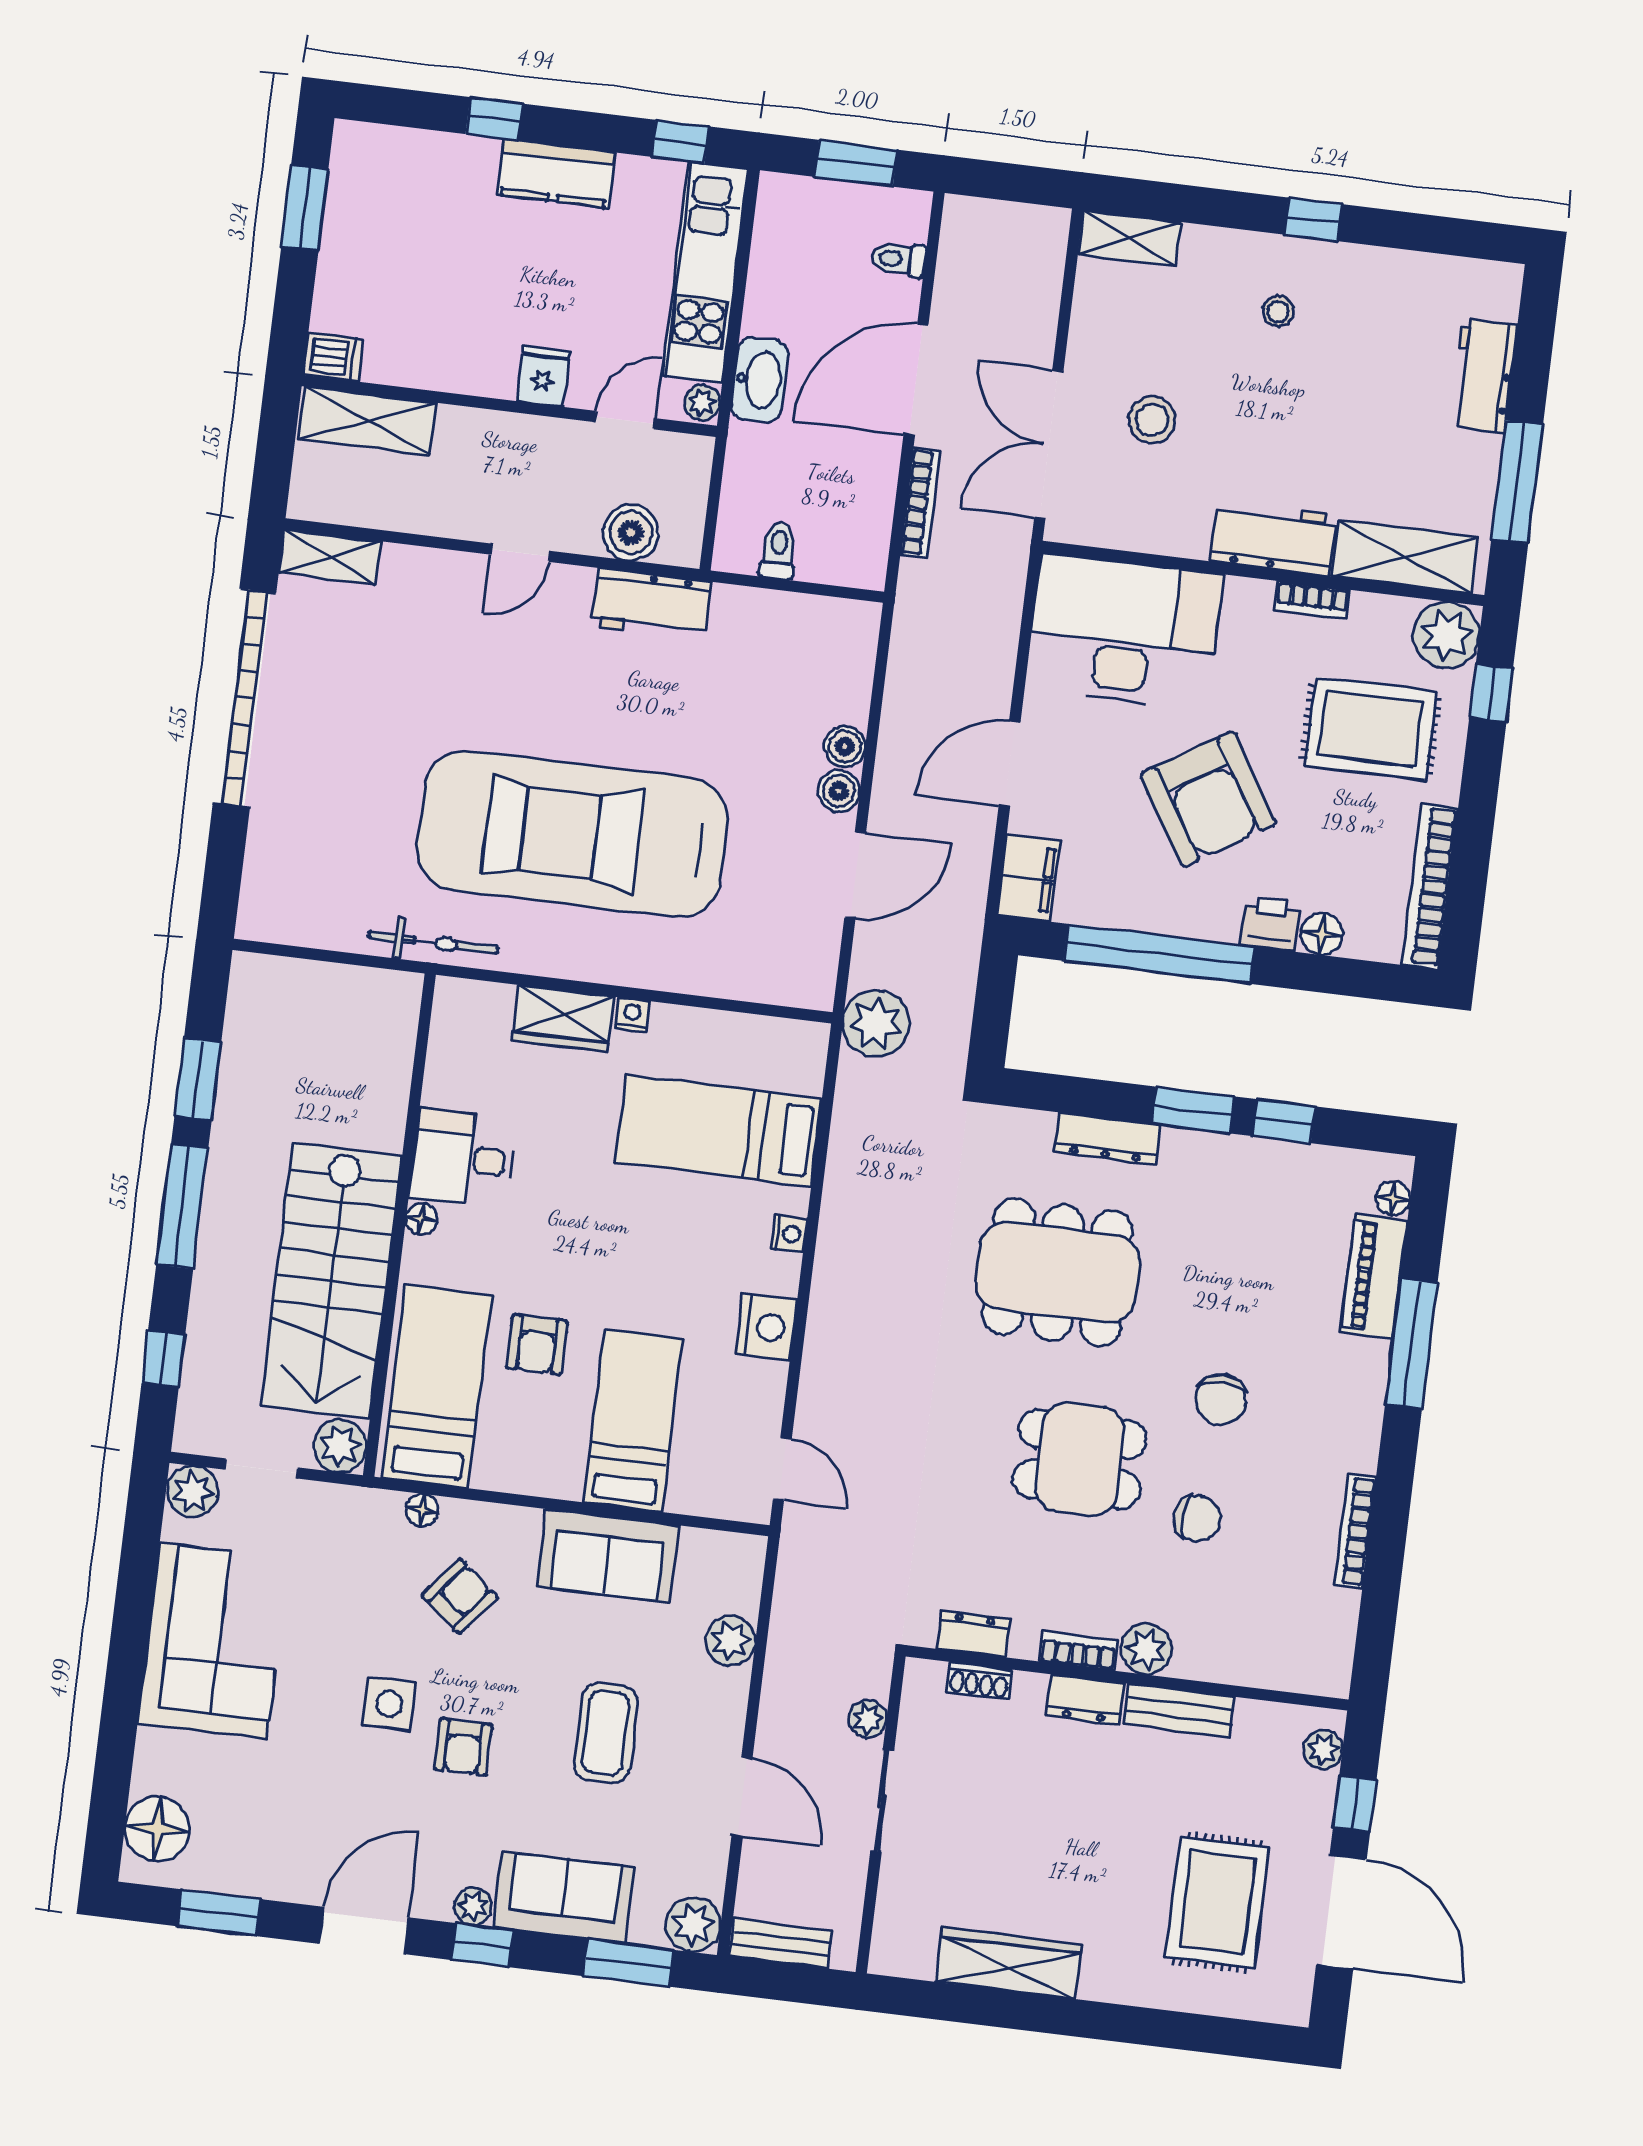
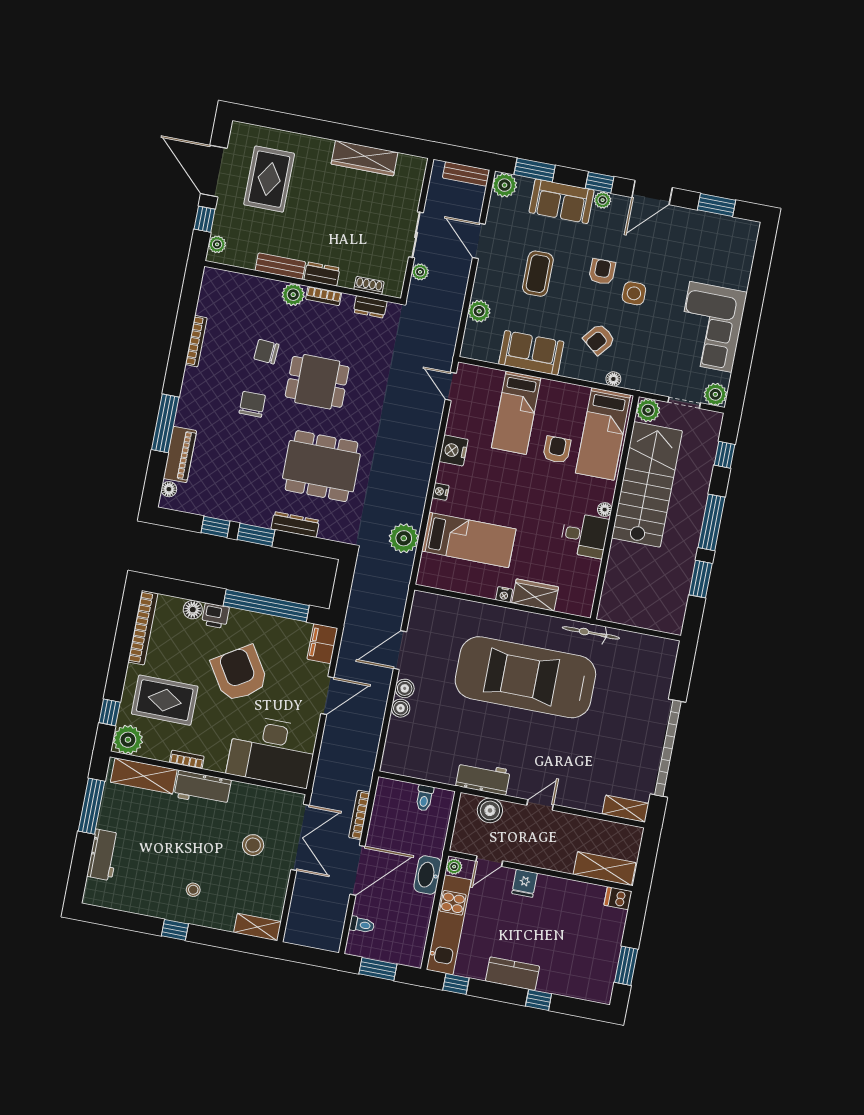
car: (572, 834) -> (525, 677), turned 180
plant: (876, 1023) -> (404, 538), moved
floor lamp: (157, 1829) -> (742, 244), removed

